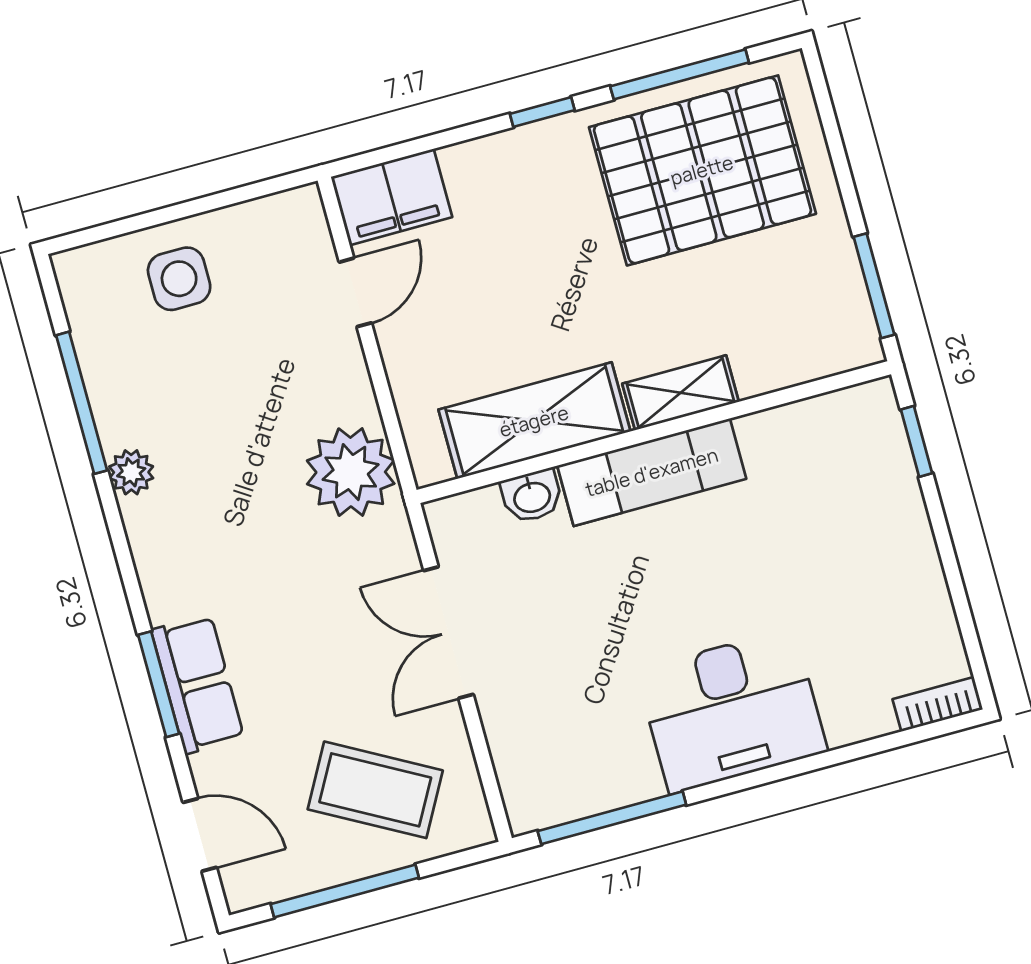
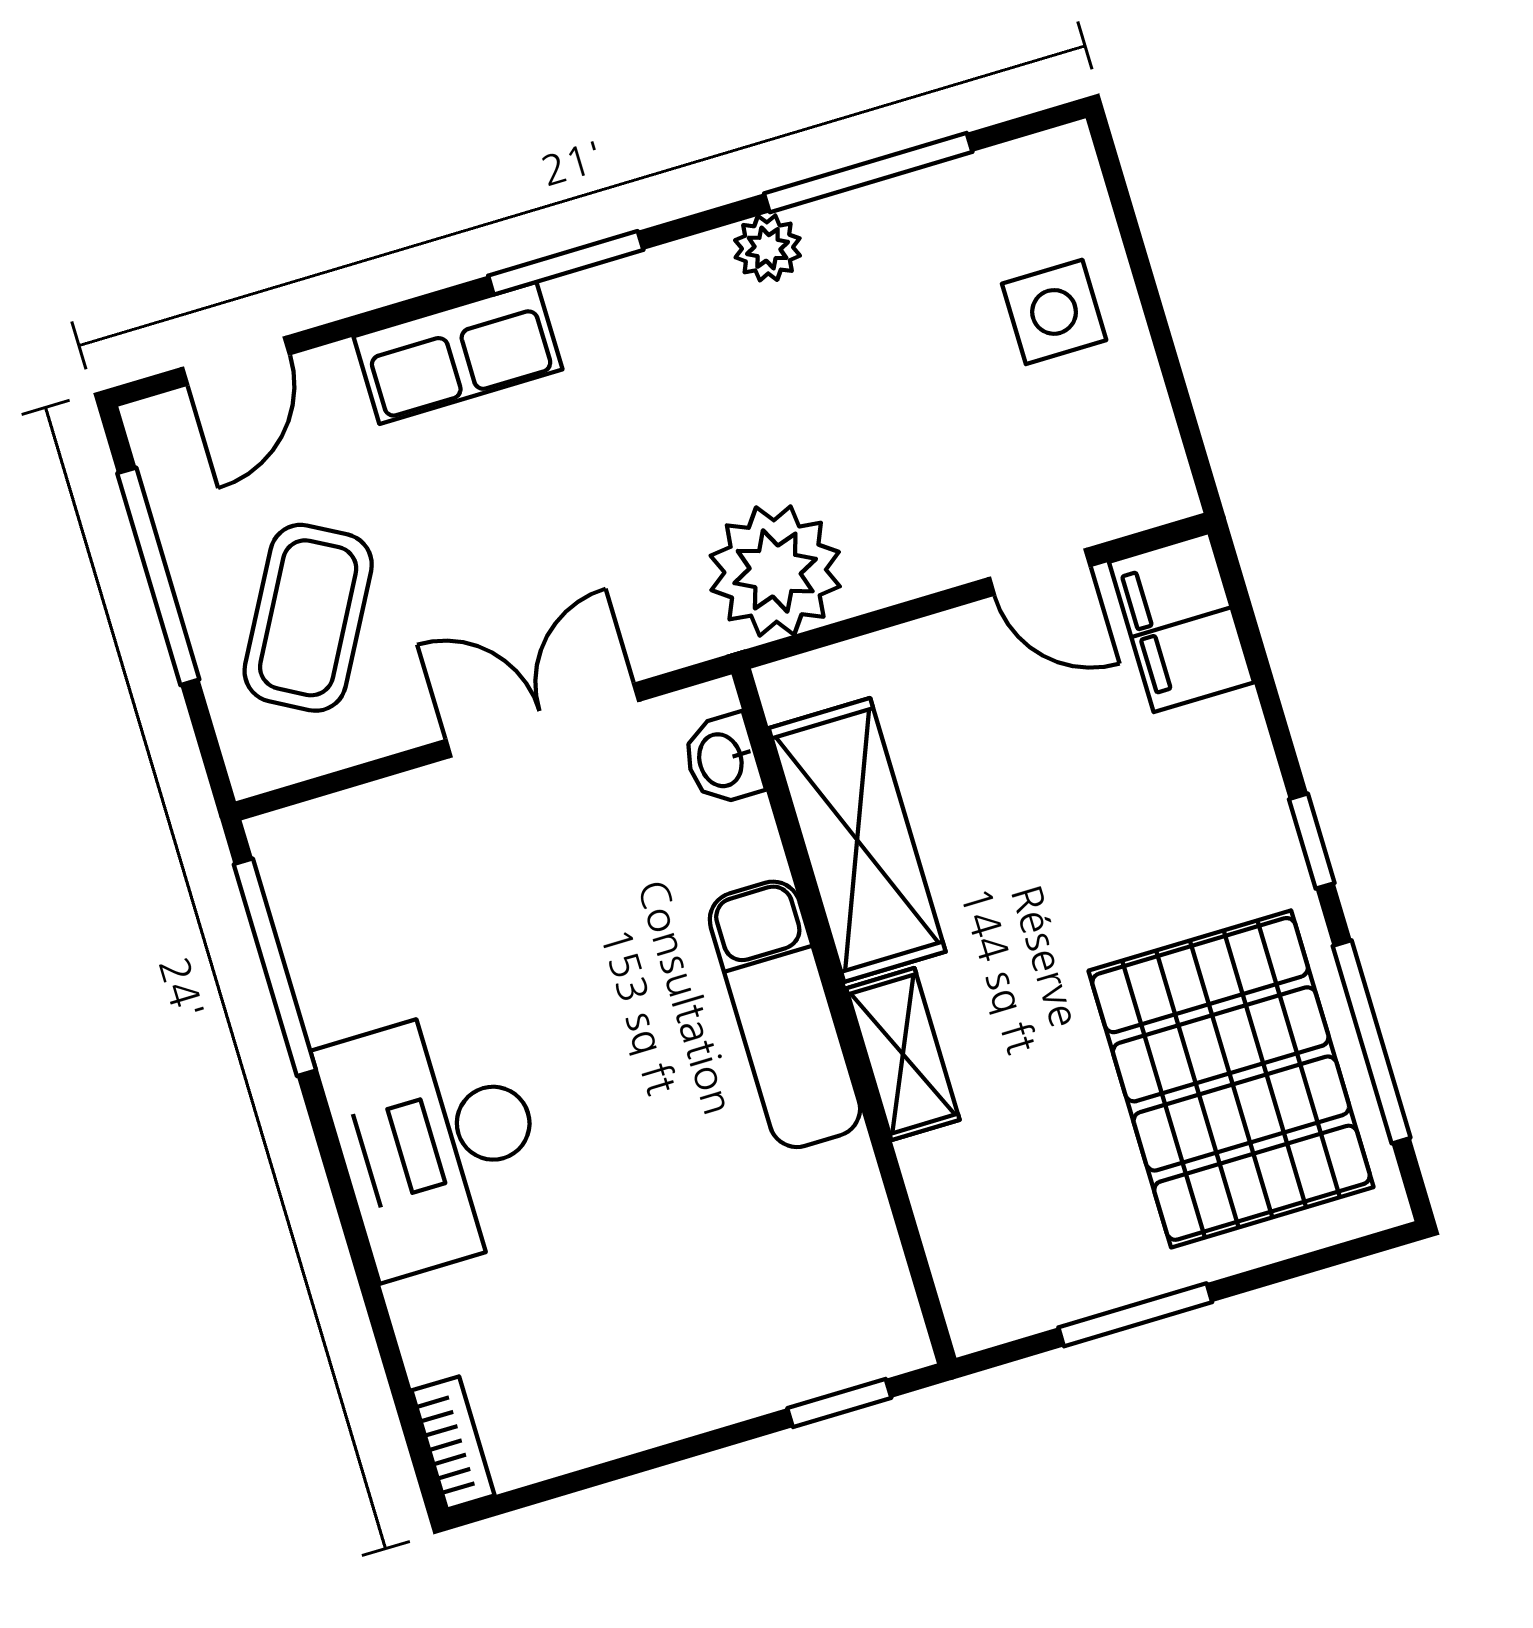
window: (874, 286) -> (1135, 1315), moved
washbasin: (532, 496) -> (722, 760), moved
window: (159, 684) -> (566, 263), moved

